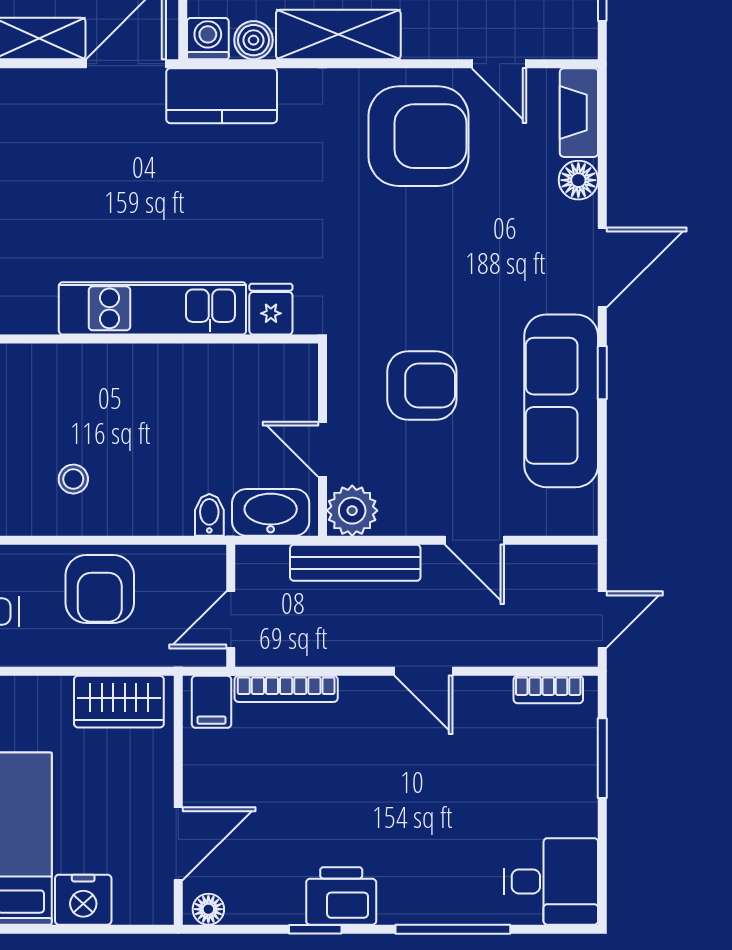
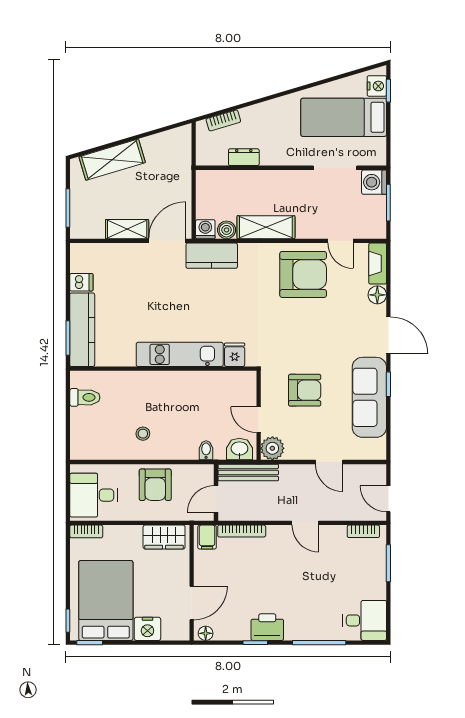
door: (602, 268) -> (388, 335), hinge flipped
washbasin: (271, 512) -> (239, 449), width x0.72
bench: (355, 563) -> (248, 472), moved
door: (602, 619) -> (388, 499), swing flipped

